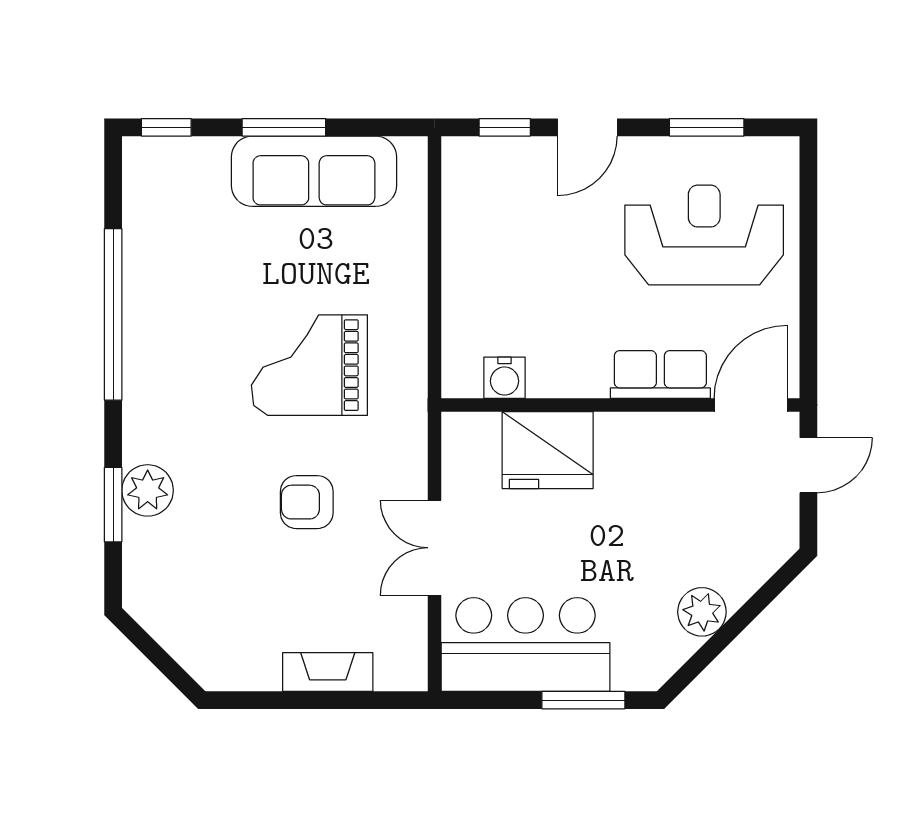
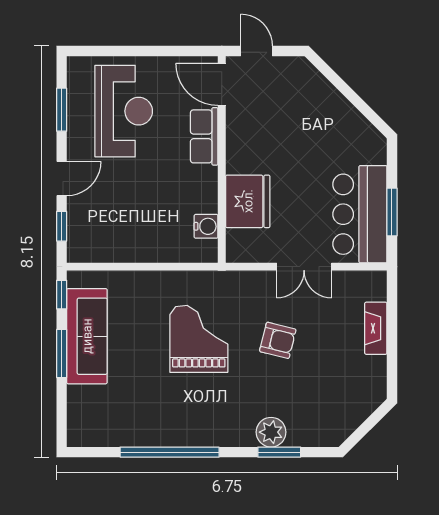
window: (166, 127) -> (62, 295), moved
door: (587, 127) -> (62, 179), hinge flipped
reception desk: (704, 235) -> (124, 111), turned 180
grand piano: (309, 365) -> (199, 339), turned 180
armchair: (307, 502) -> (278, 340), turned -76
plant: (702, 612) -> (341, 112), removed
window: (583, 700) -> (392, 212), moved

